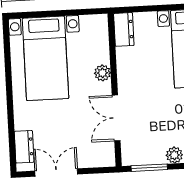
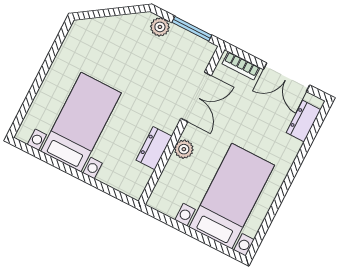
dresser: (124, 29) -> (154, 148), moved
bookcase: (96, 161) -> (241, 66), added

